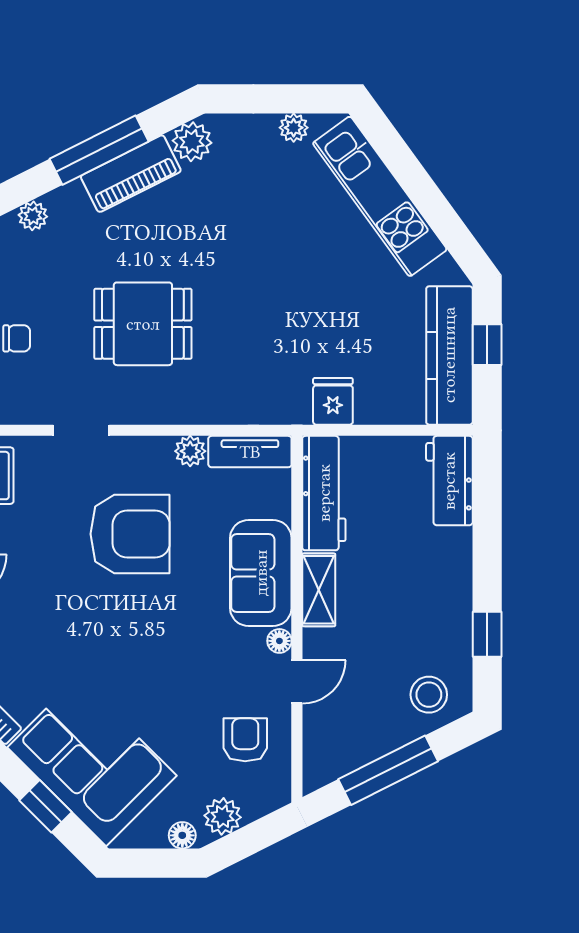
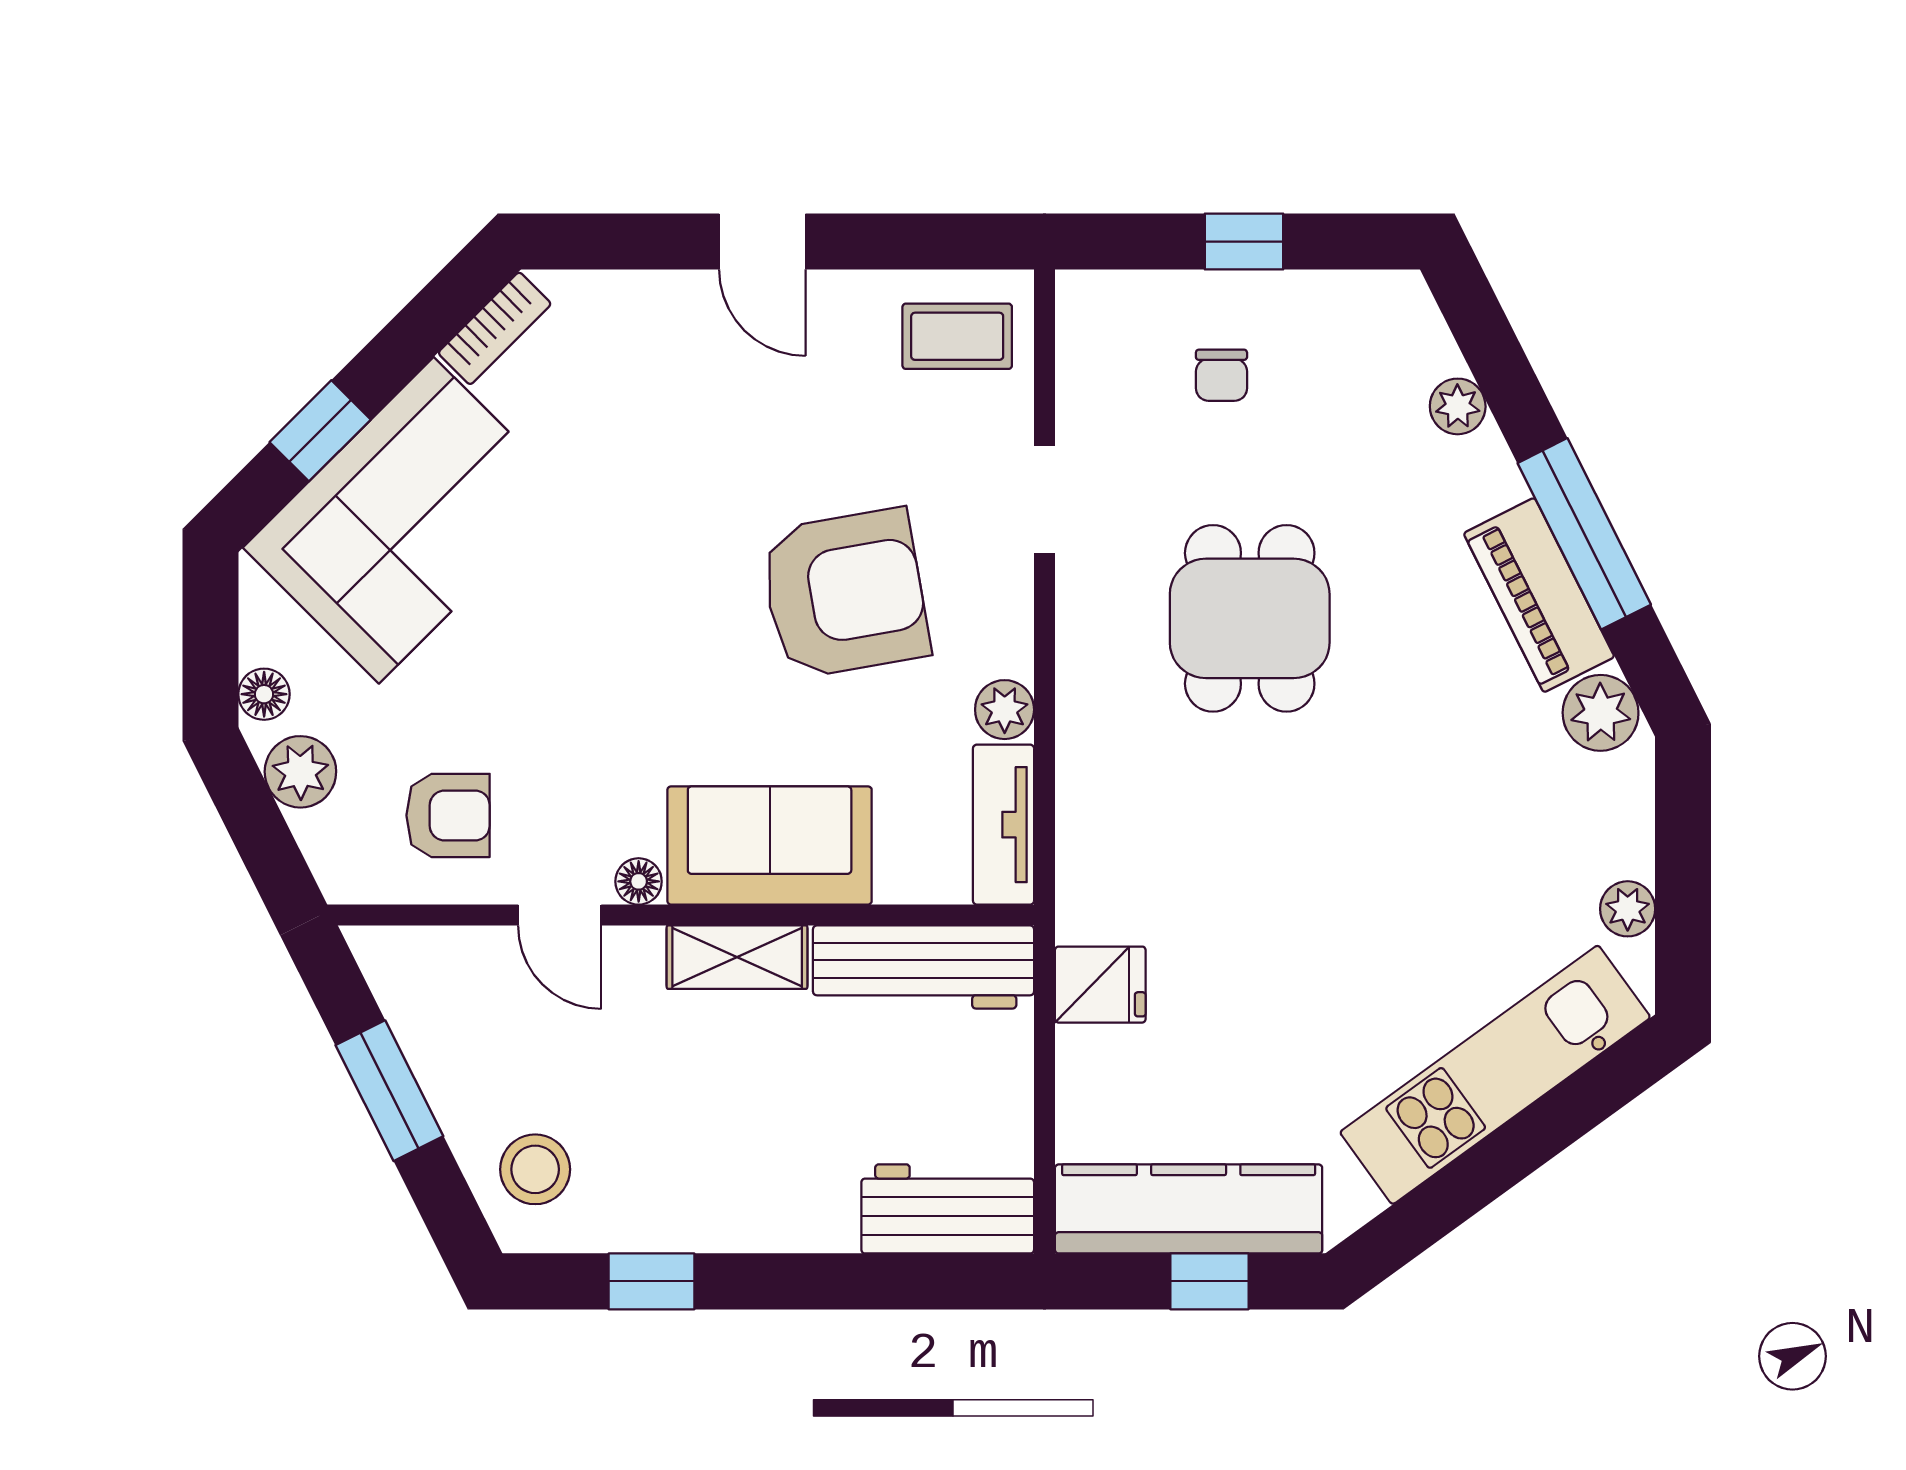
armchair: (130, 534) -> (845, 594), turned -100
window: (388, 770) -> (389, 1091), width x0.69

